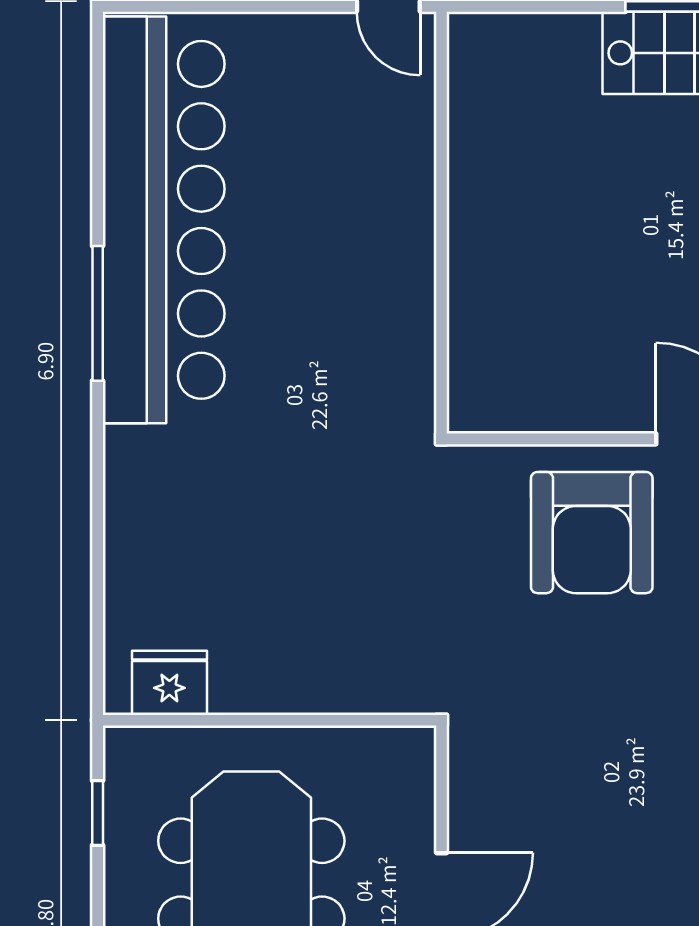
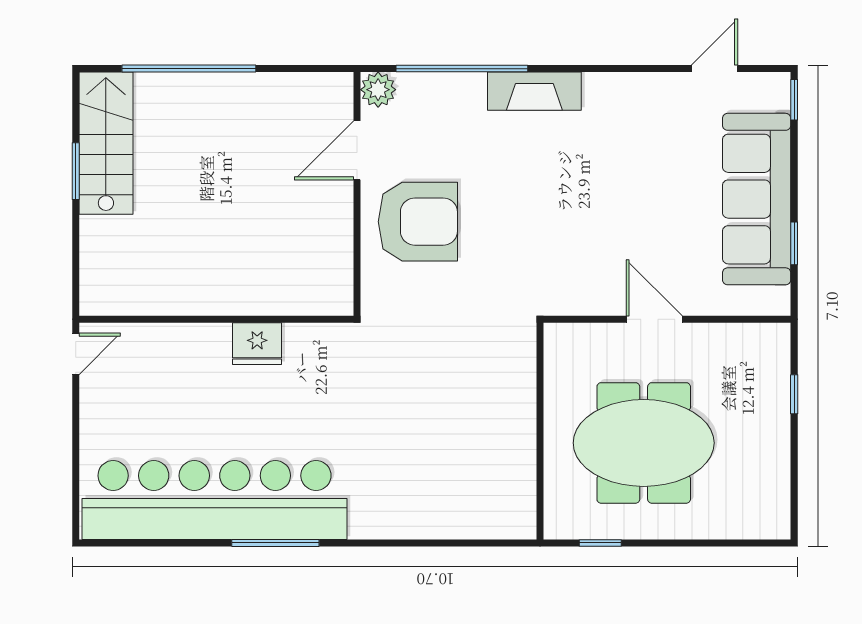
fridge: (169, 683) -> (257, 344), moved, turned -90

